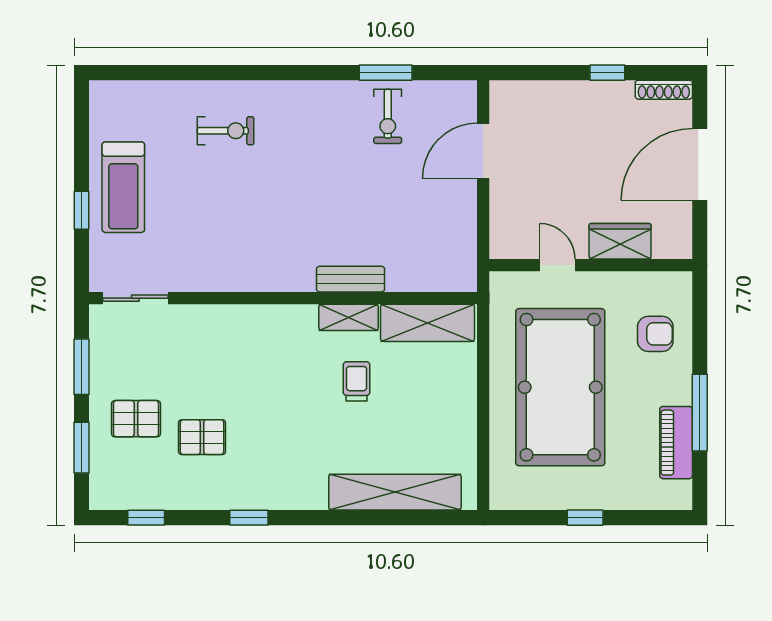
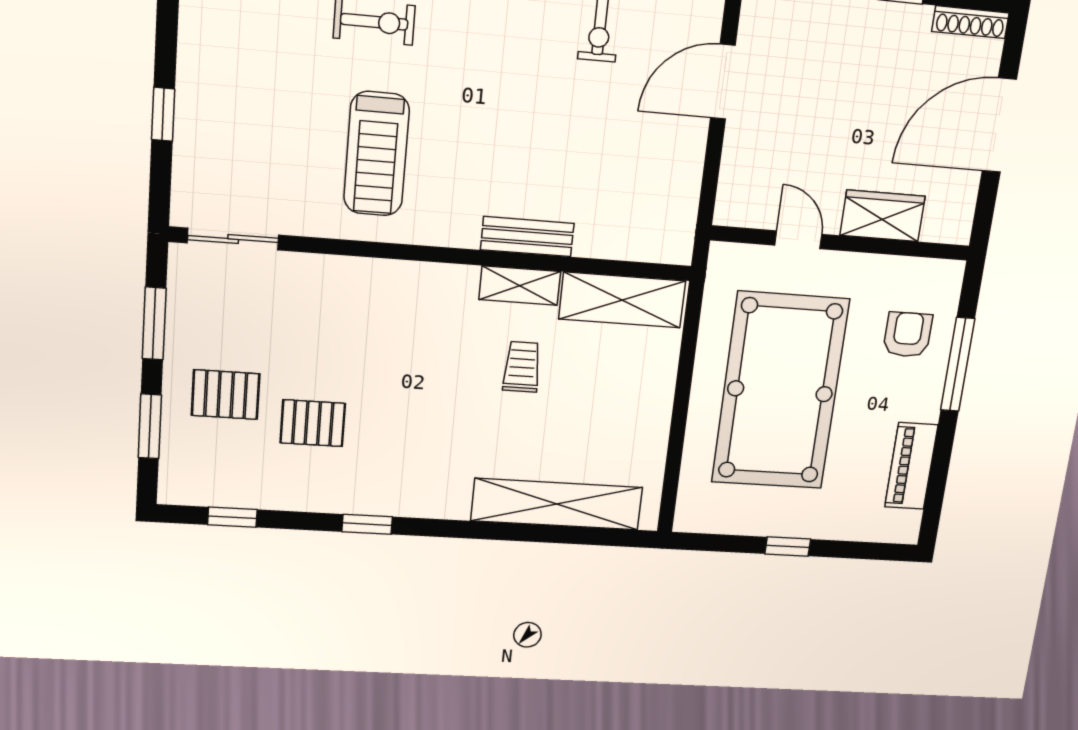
treadmill: (123, 187) -> (376, 154), moved
armchair: (655, 334) -> (908, 335), turned -90
window: (700, 413) -> (958, 365), moved

